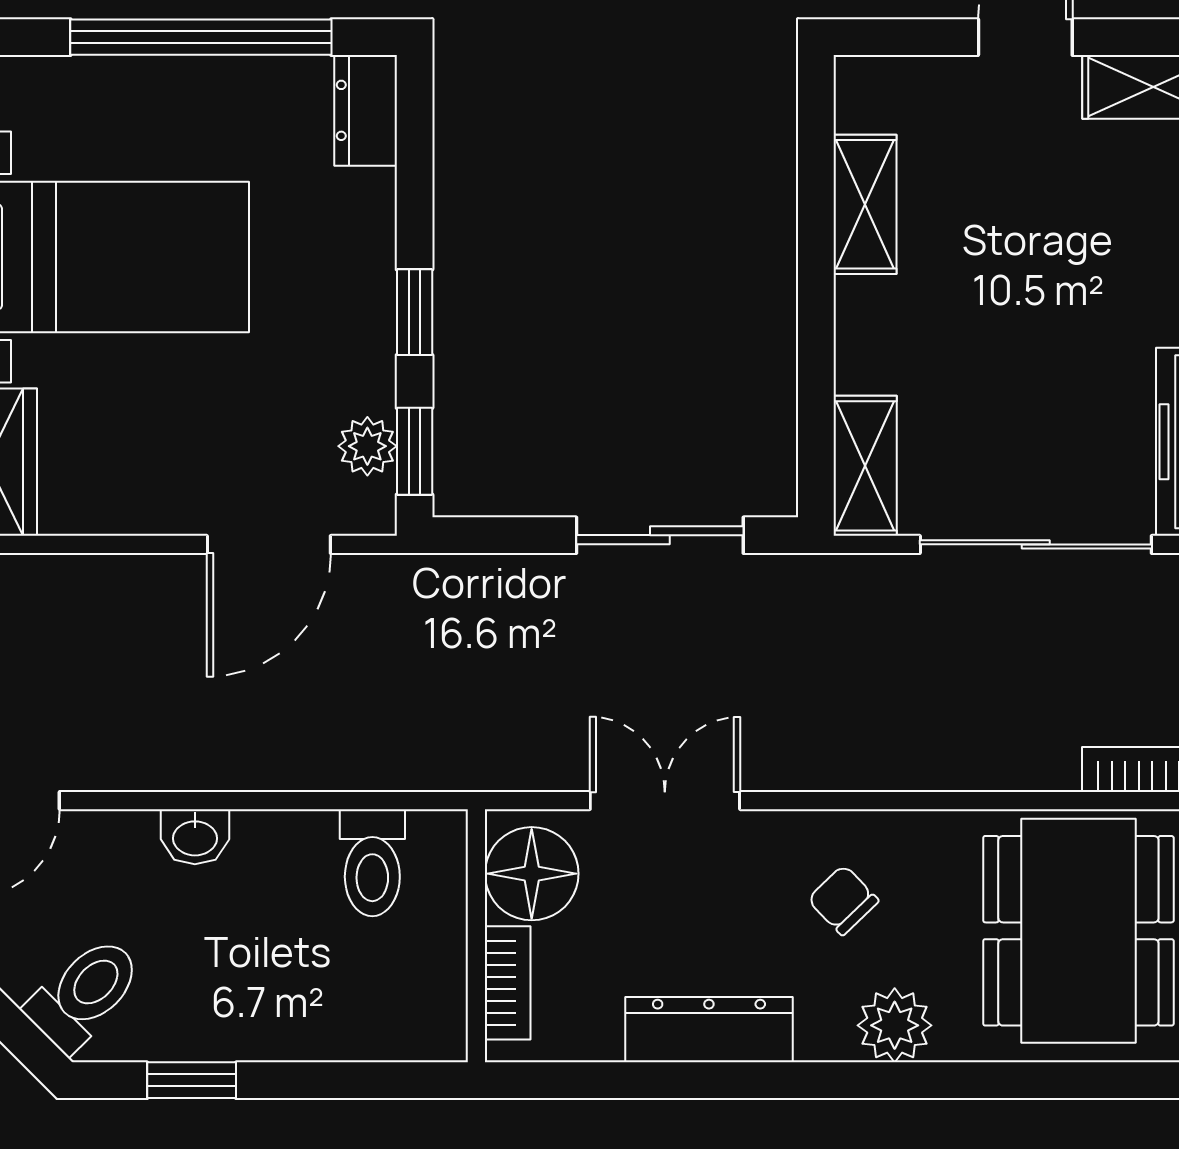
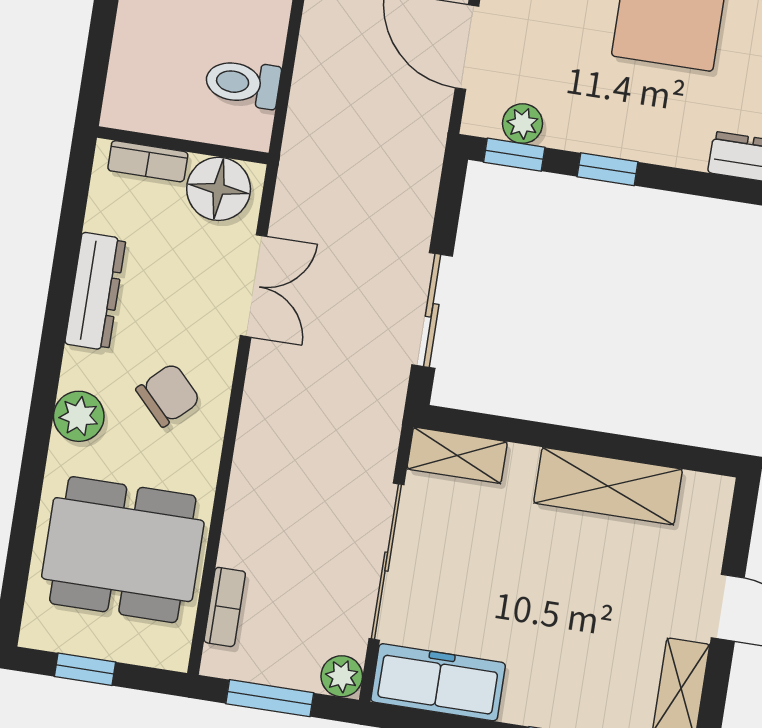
shelving: (865, 204) -> (608, 486), width x1.50, depth x1.33
chair: (843, 900) -> (168, 395), width x1.37, depth x1.37

